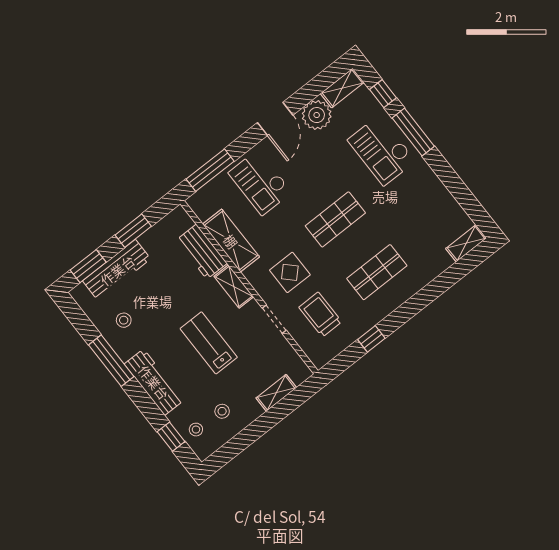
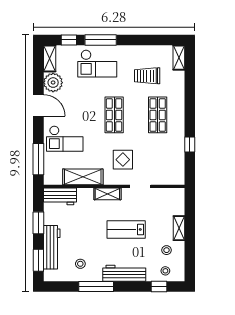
workbench: (202, 252) -> (60, 196), moved
trolley: (320, 315) -> (147, 76), moved
shelving: (276, 393) -> (179, 228), moved

